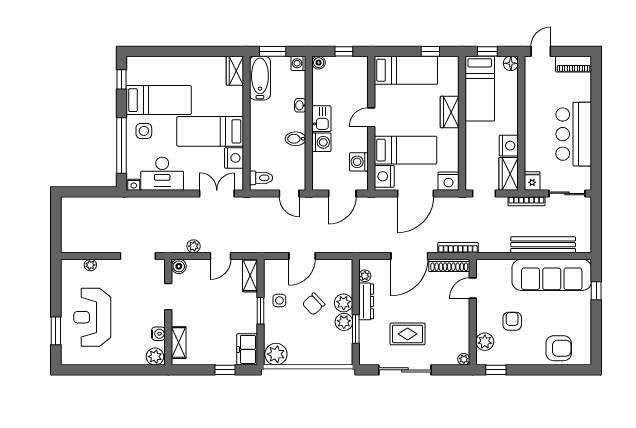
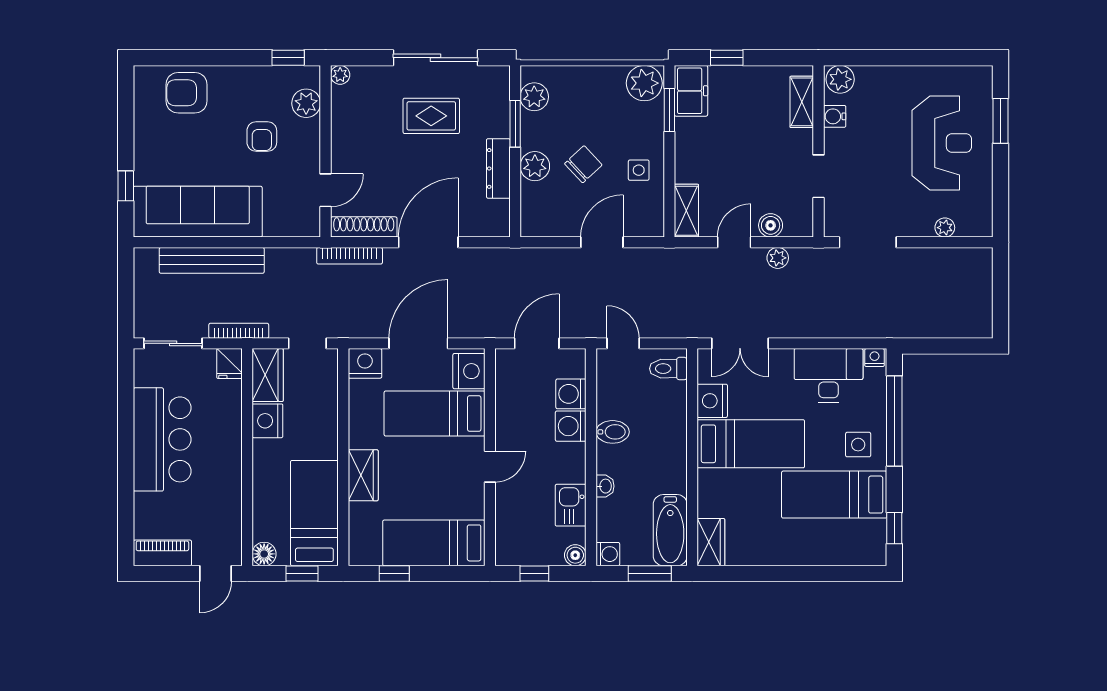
kitchen sink: (321, 119) -> (571, 505), moved
washing machine: (359, 162) -> (571, 394), moved, turned 180
boiler: (179, 266) -> (771, 225), moved
plant: (365, 276) -> (500, 210), removed
window: (260, 311) -> (669, 110), moved
plant: (344, 322) -> (534, 97), moved

